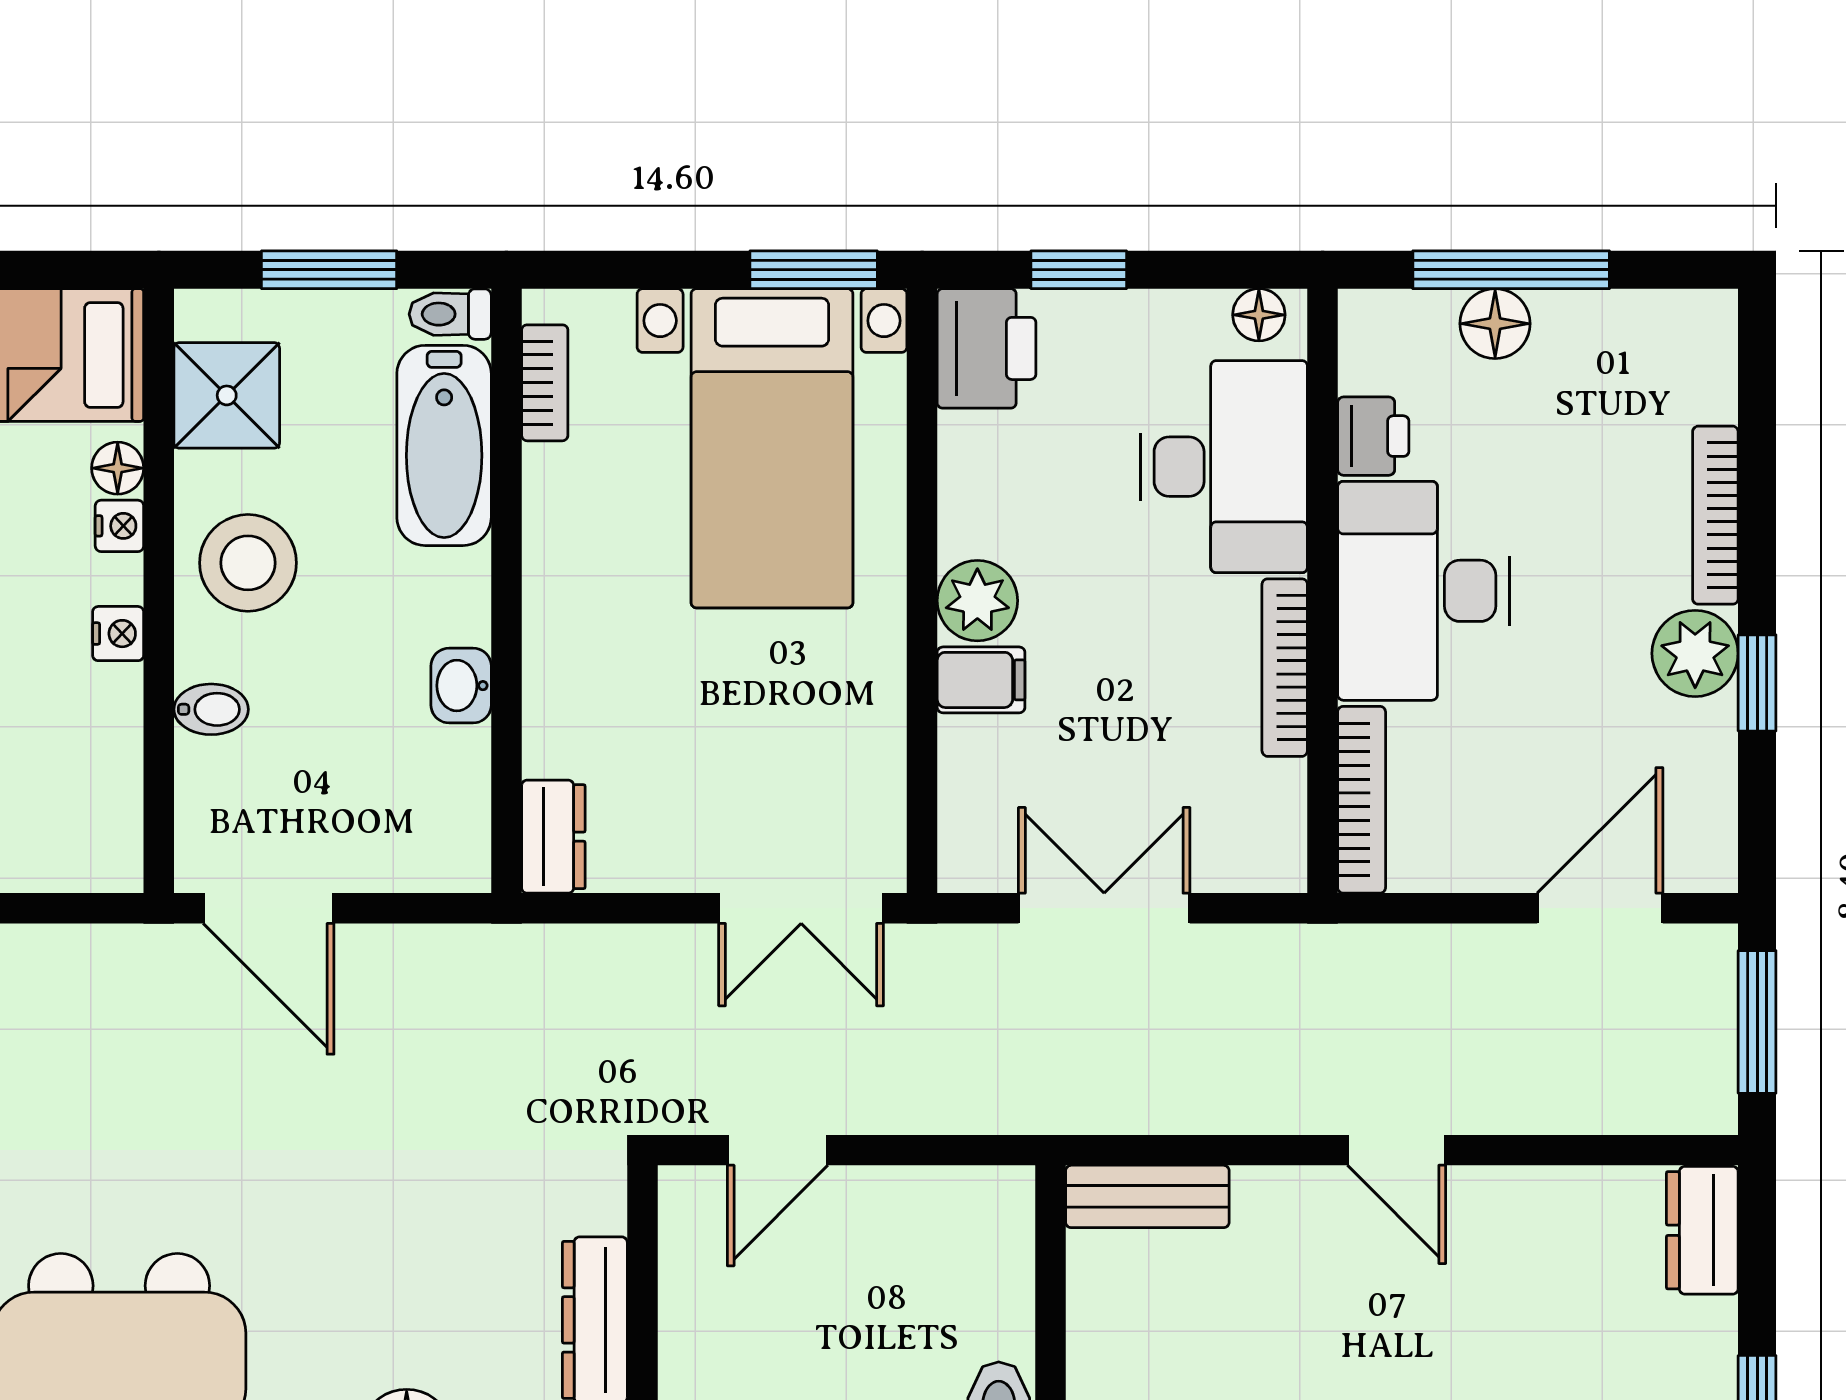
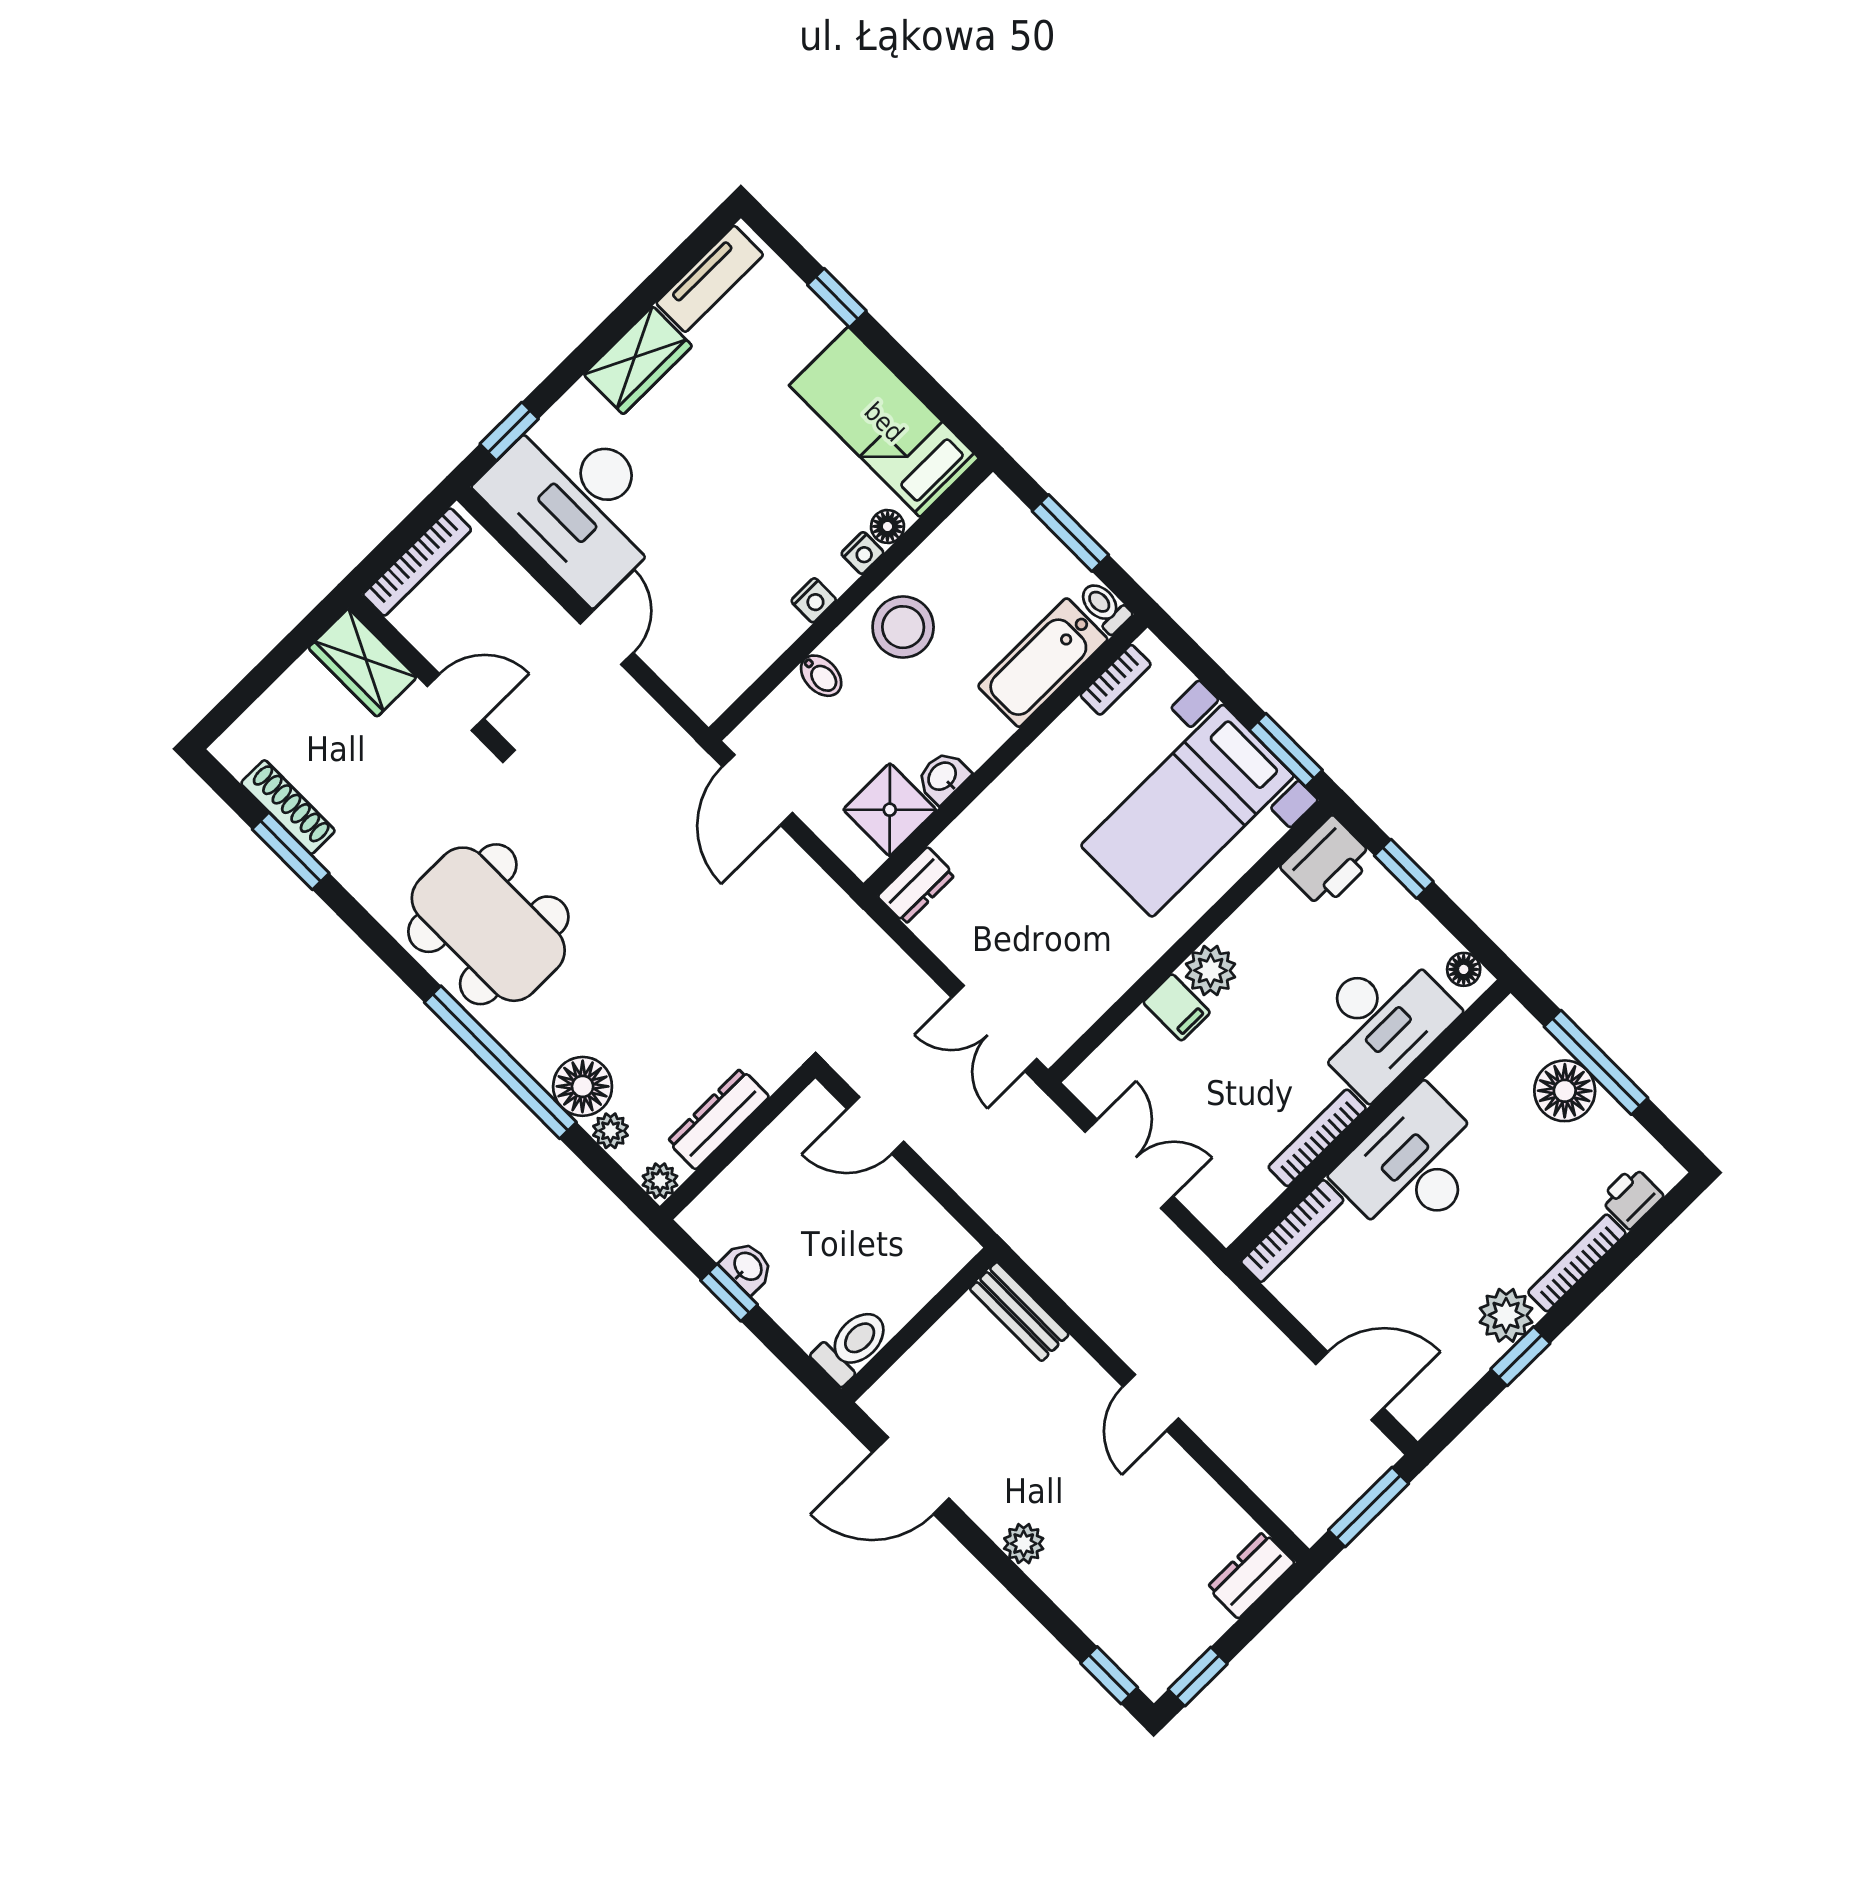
floor lamp: (1495, 324) -> (1565, 1091), width x1.38, depth x1.38
shower: (227, 395) -> (890, 810), moved
printer: (1373, 436) -> (1631, 1198), moved, turned 180

